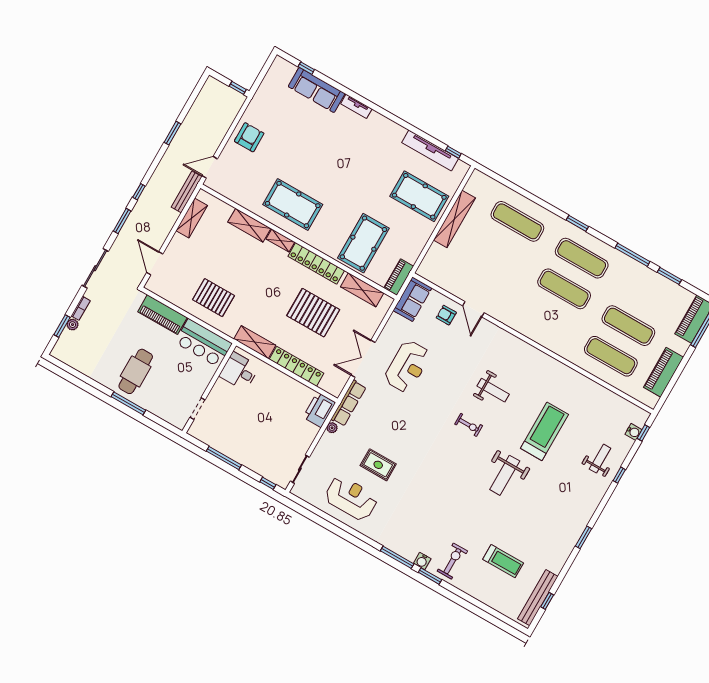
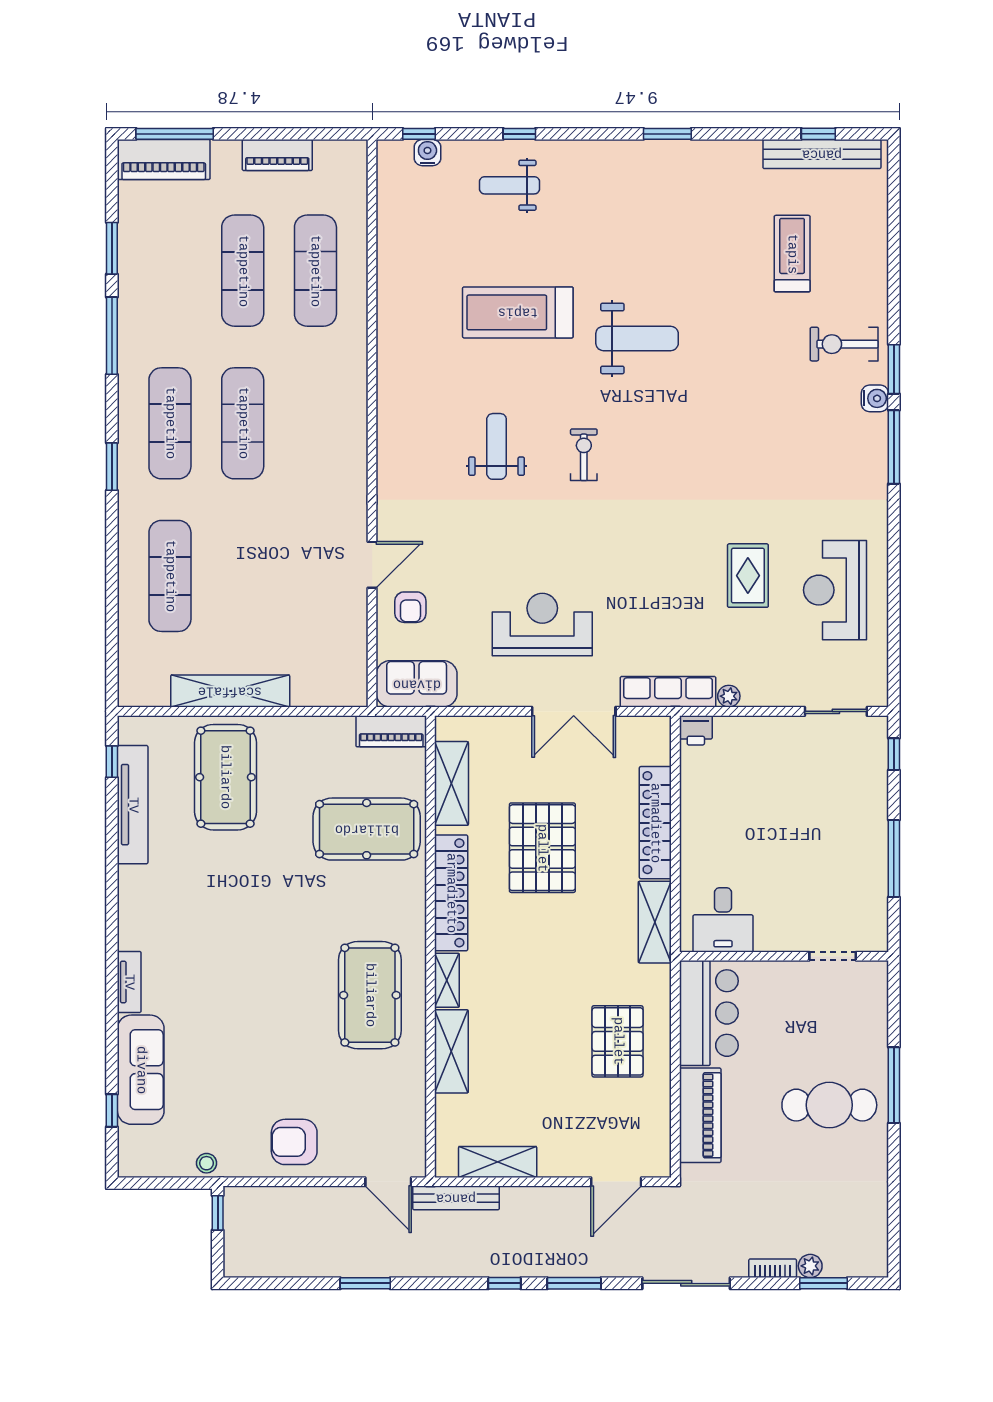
stool: (261, 95) -> (207, 1163), added
piano: (663, 372) -> (277, 155), width x0.73, depth x0.75
printer: (319, 410) -> (696, 730), width x0.53, depth x0.68

